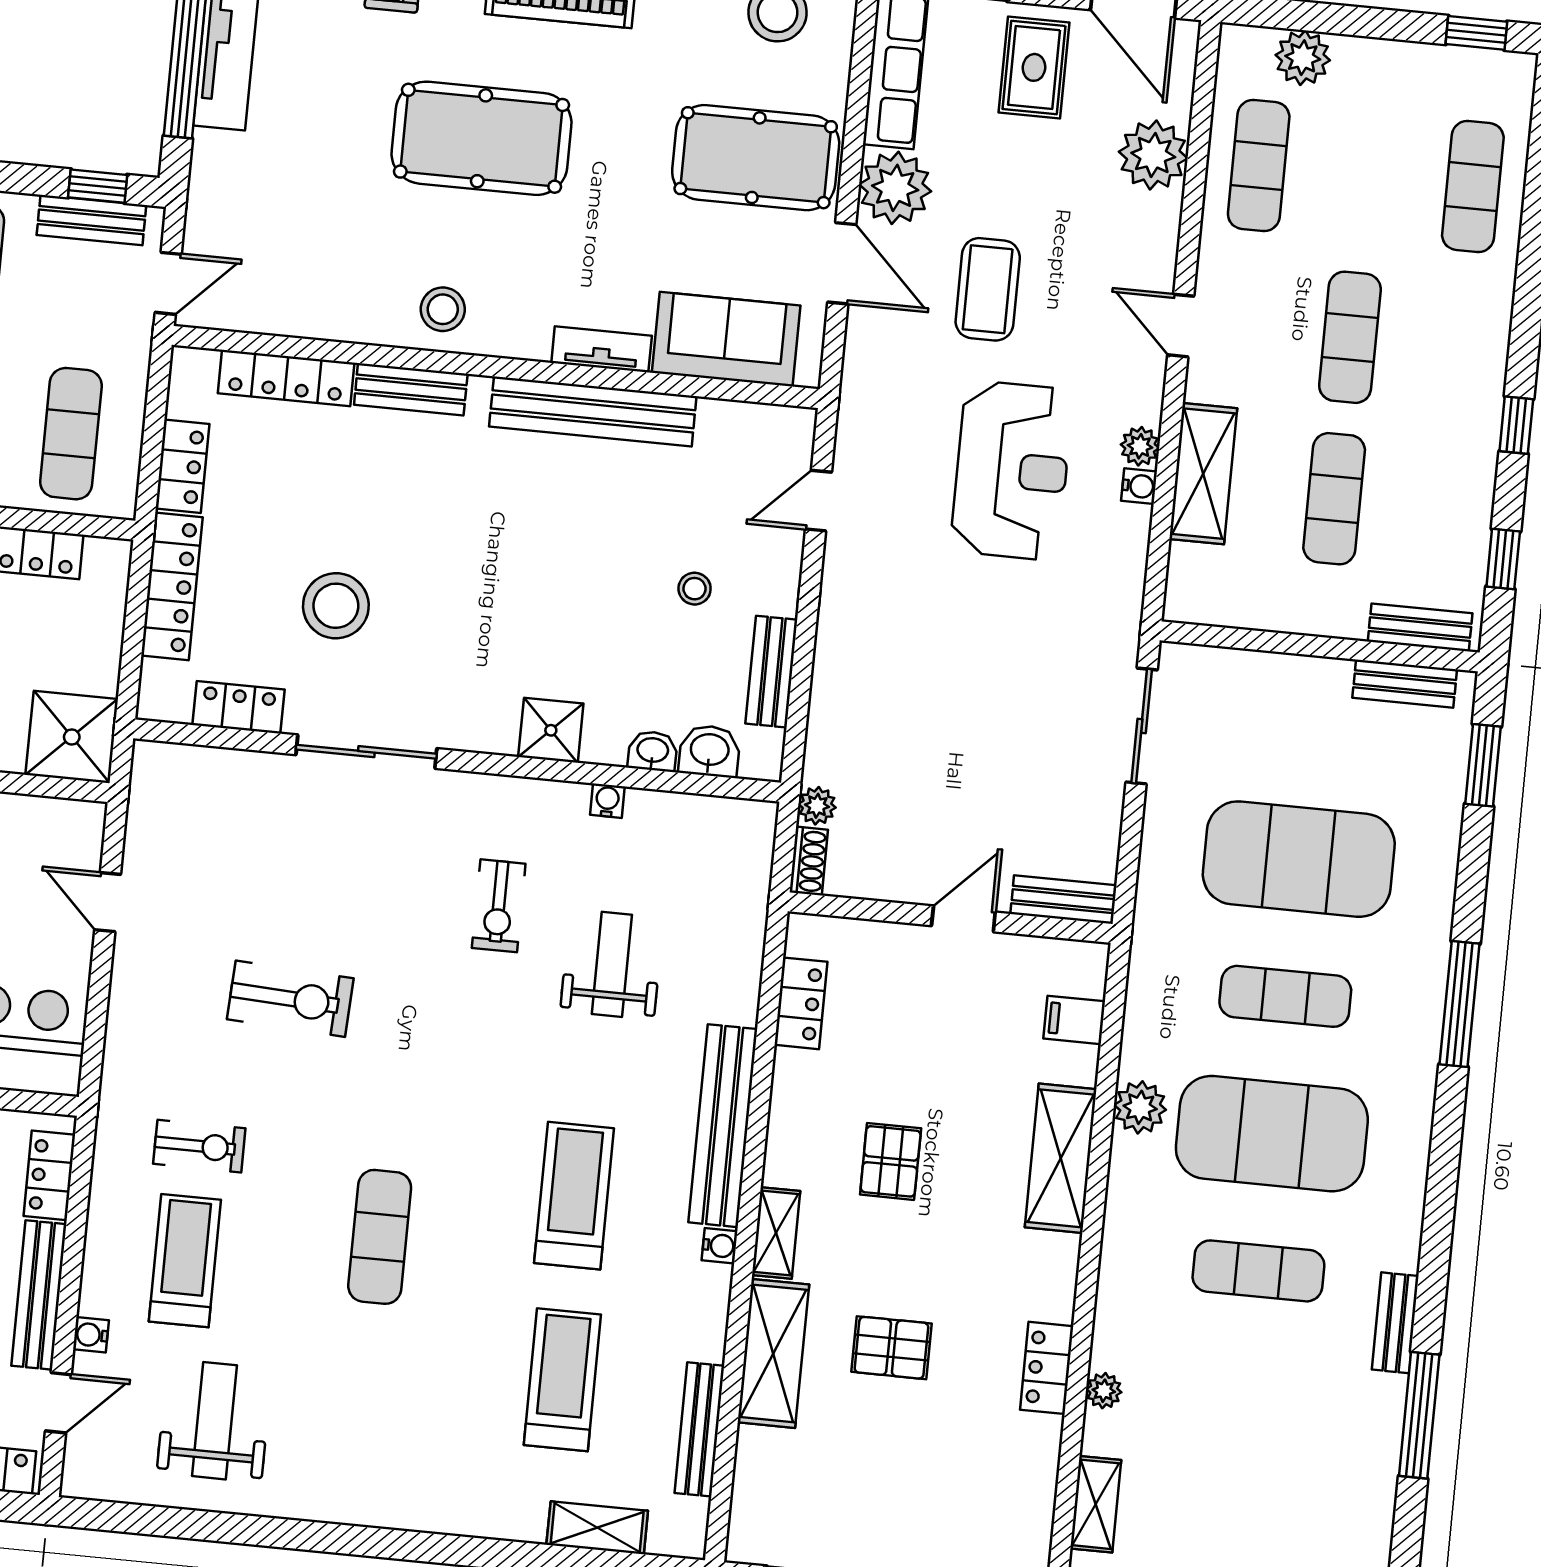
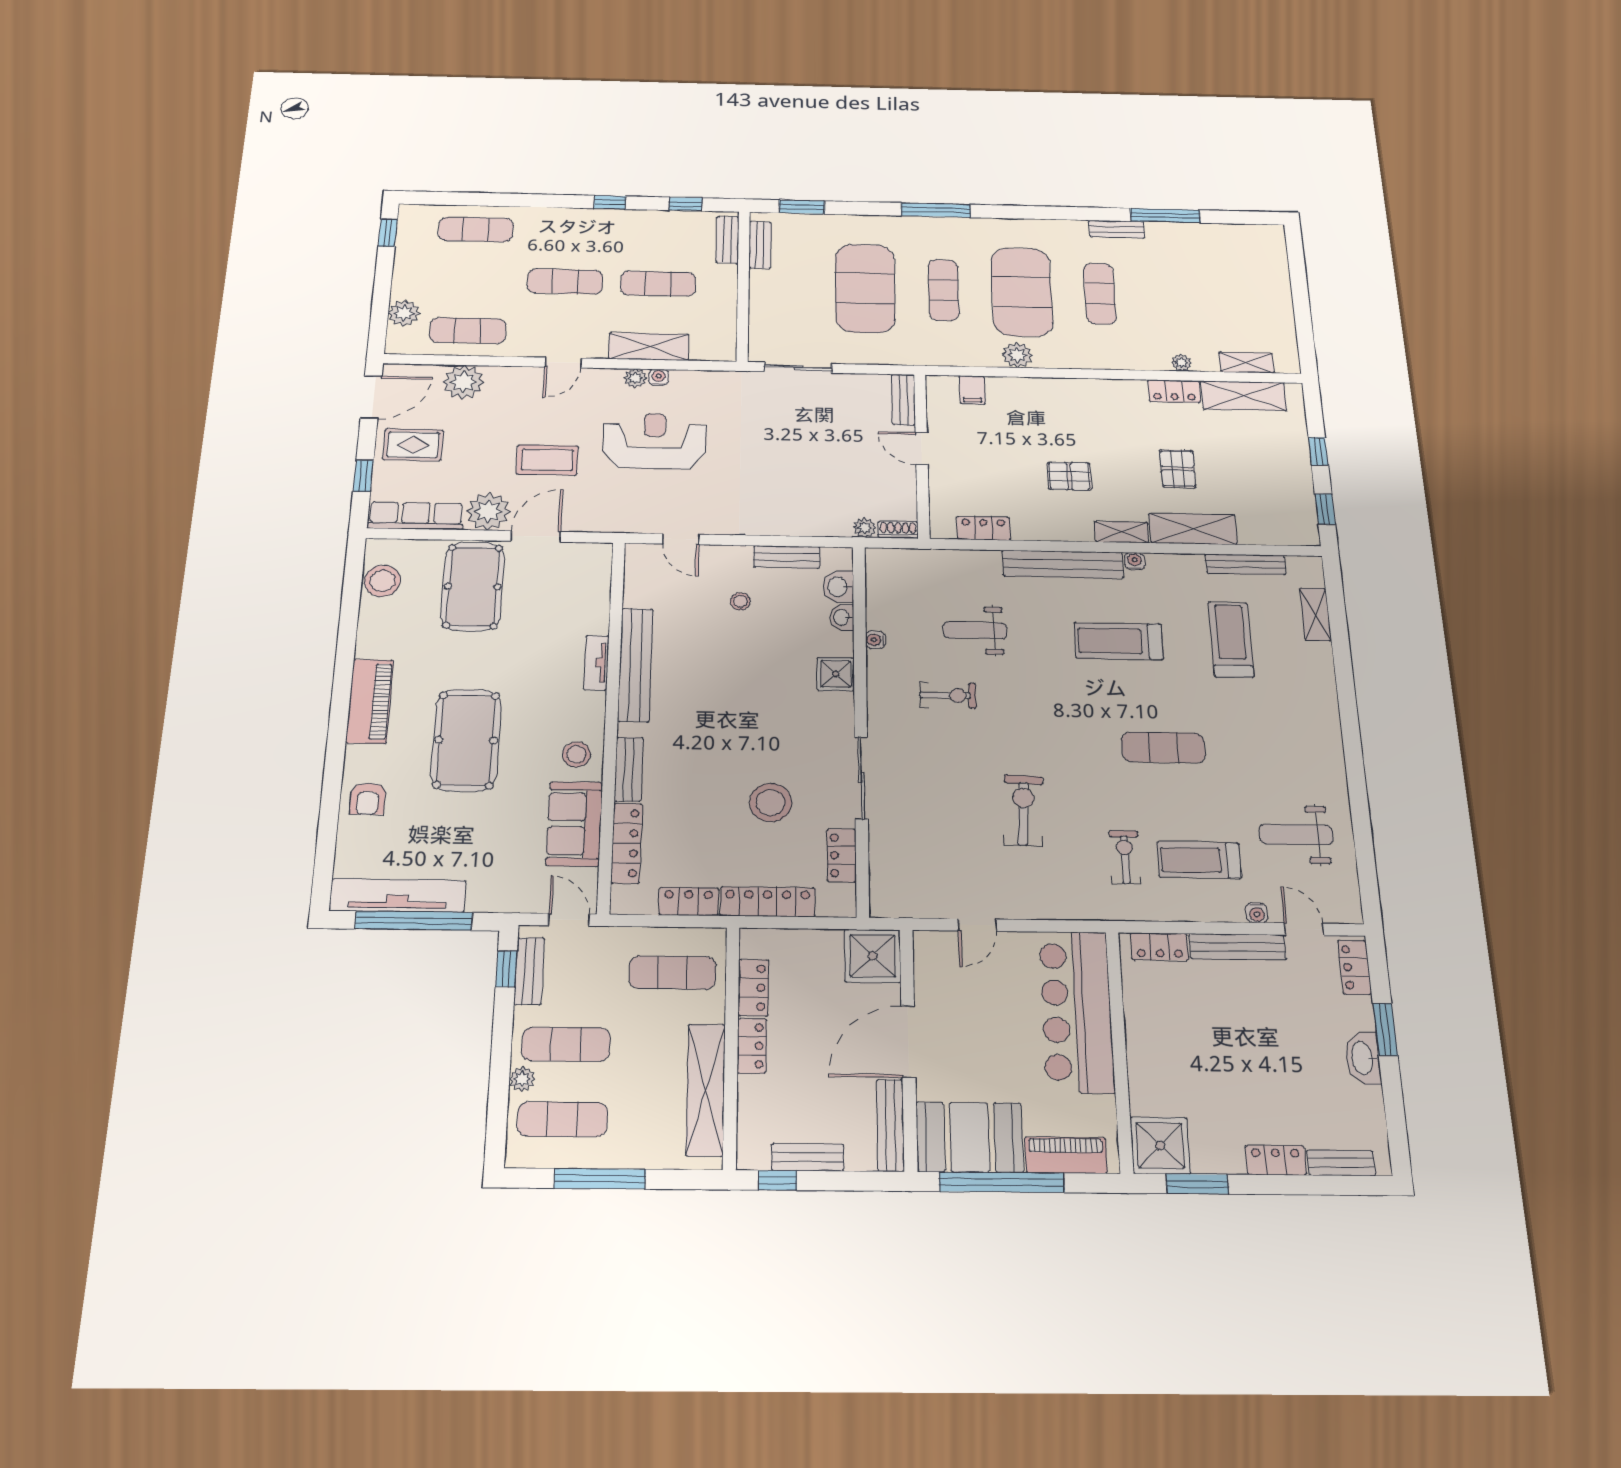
sofa: (726, 339) -> (574, 824), moved
shelving: (1061, 1158) -> (1244, 396), moved
treadmill: (562, 1380) -> (1231, 640), turned 90

